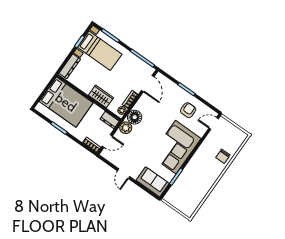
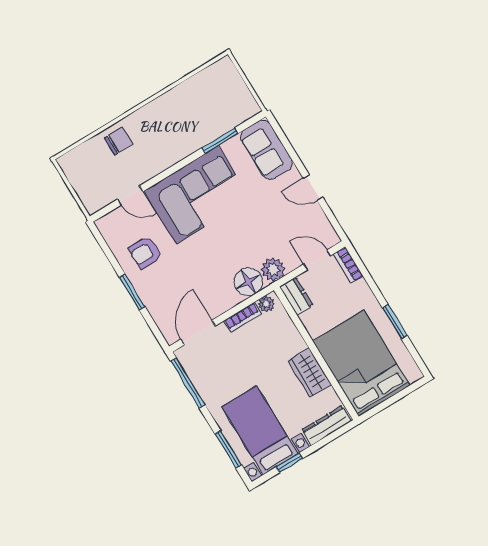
wardrobe: (101, 96) -> (310, 373), moved
door: (214, 123) -> (130, 195), moved
door: (124, 174) -> (313, 188), swing flipped

